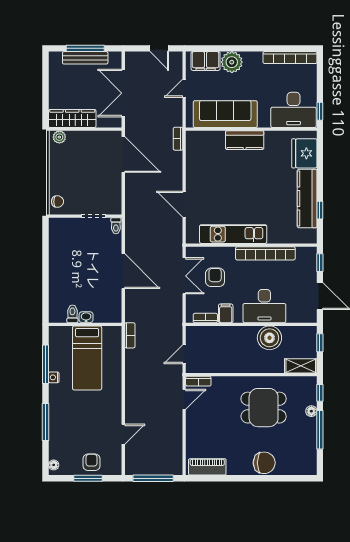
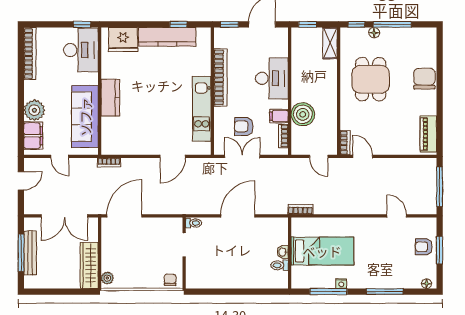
boiler: (269, 338) -> (303, 114), moved

